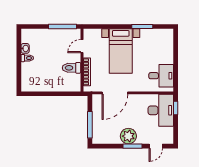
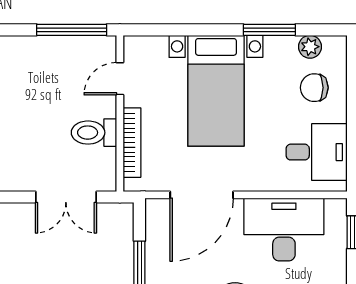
plant: (159, 33) -> (310, 47), added
chair: (160, 50) -> (314, 88), added
double door: (60, 94) -> (66, 197), added
desk: (161, 110) -> (284, 230), moved, turned -90

